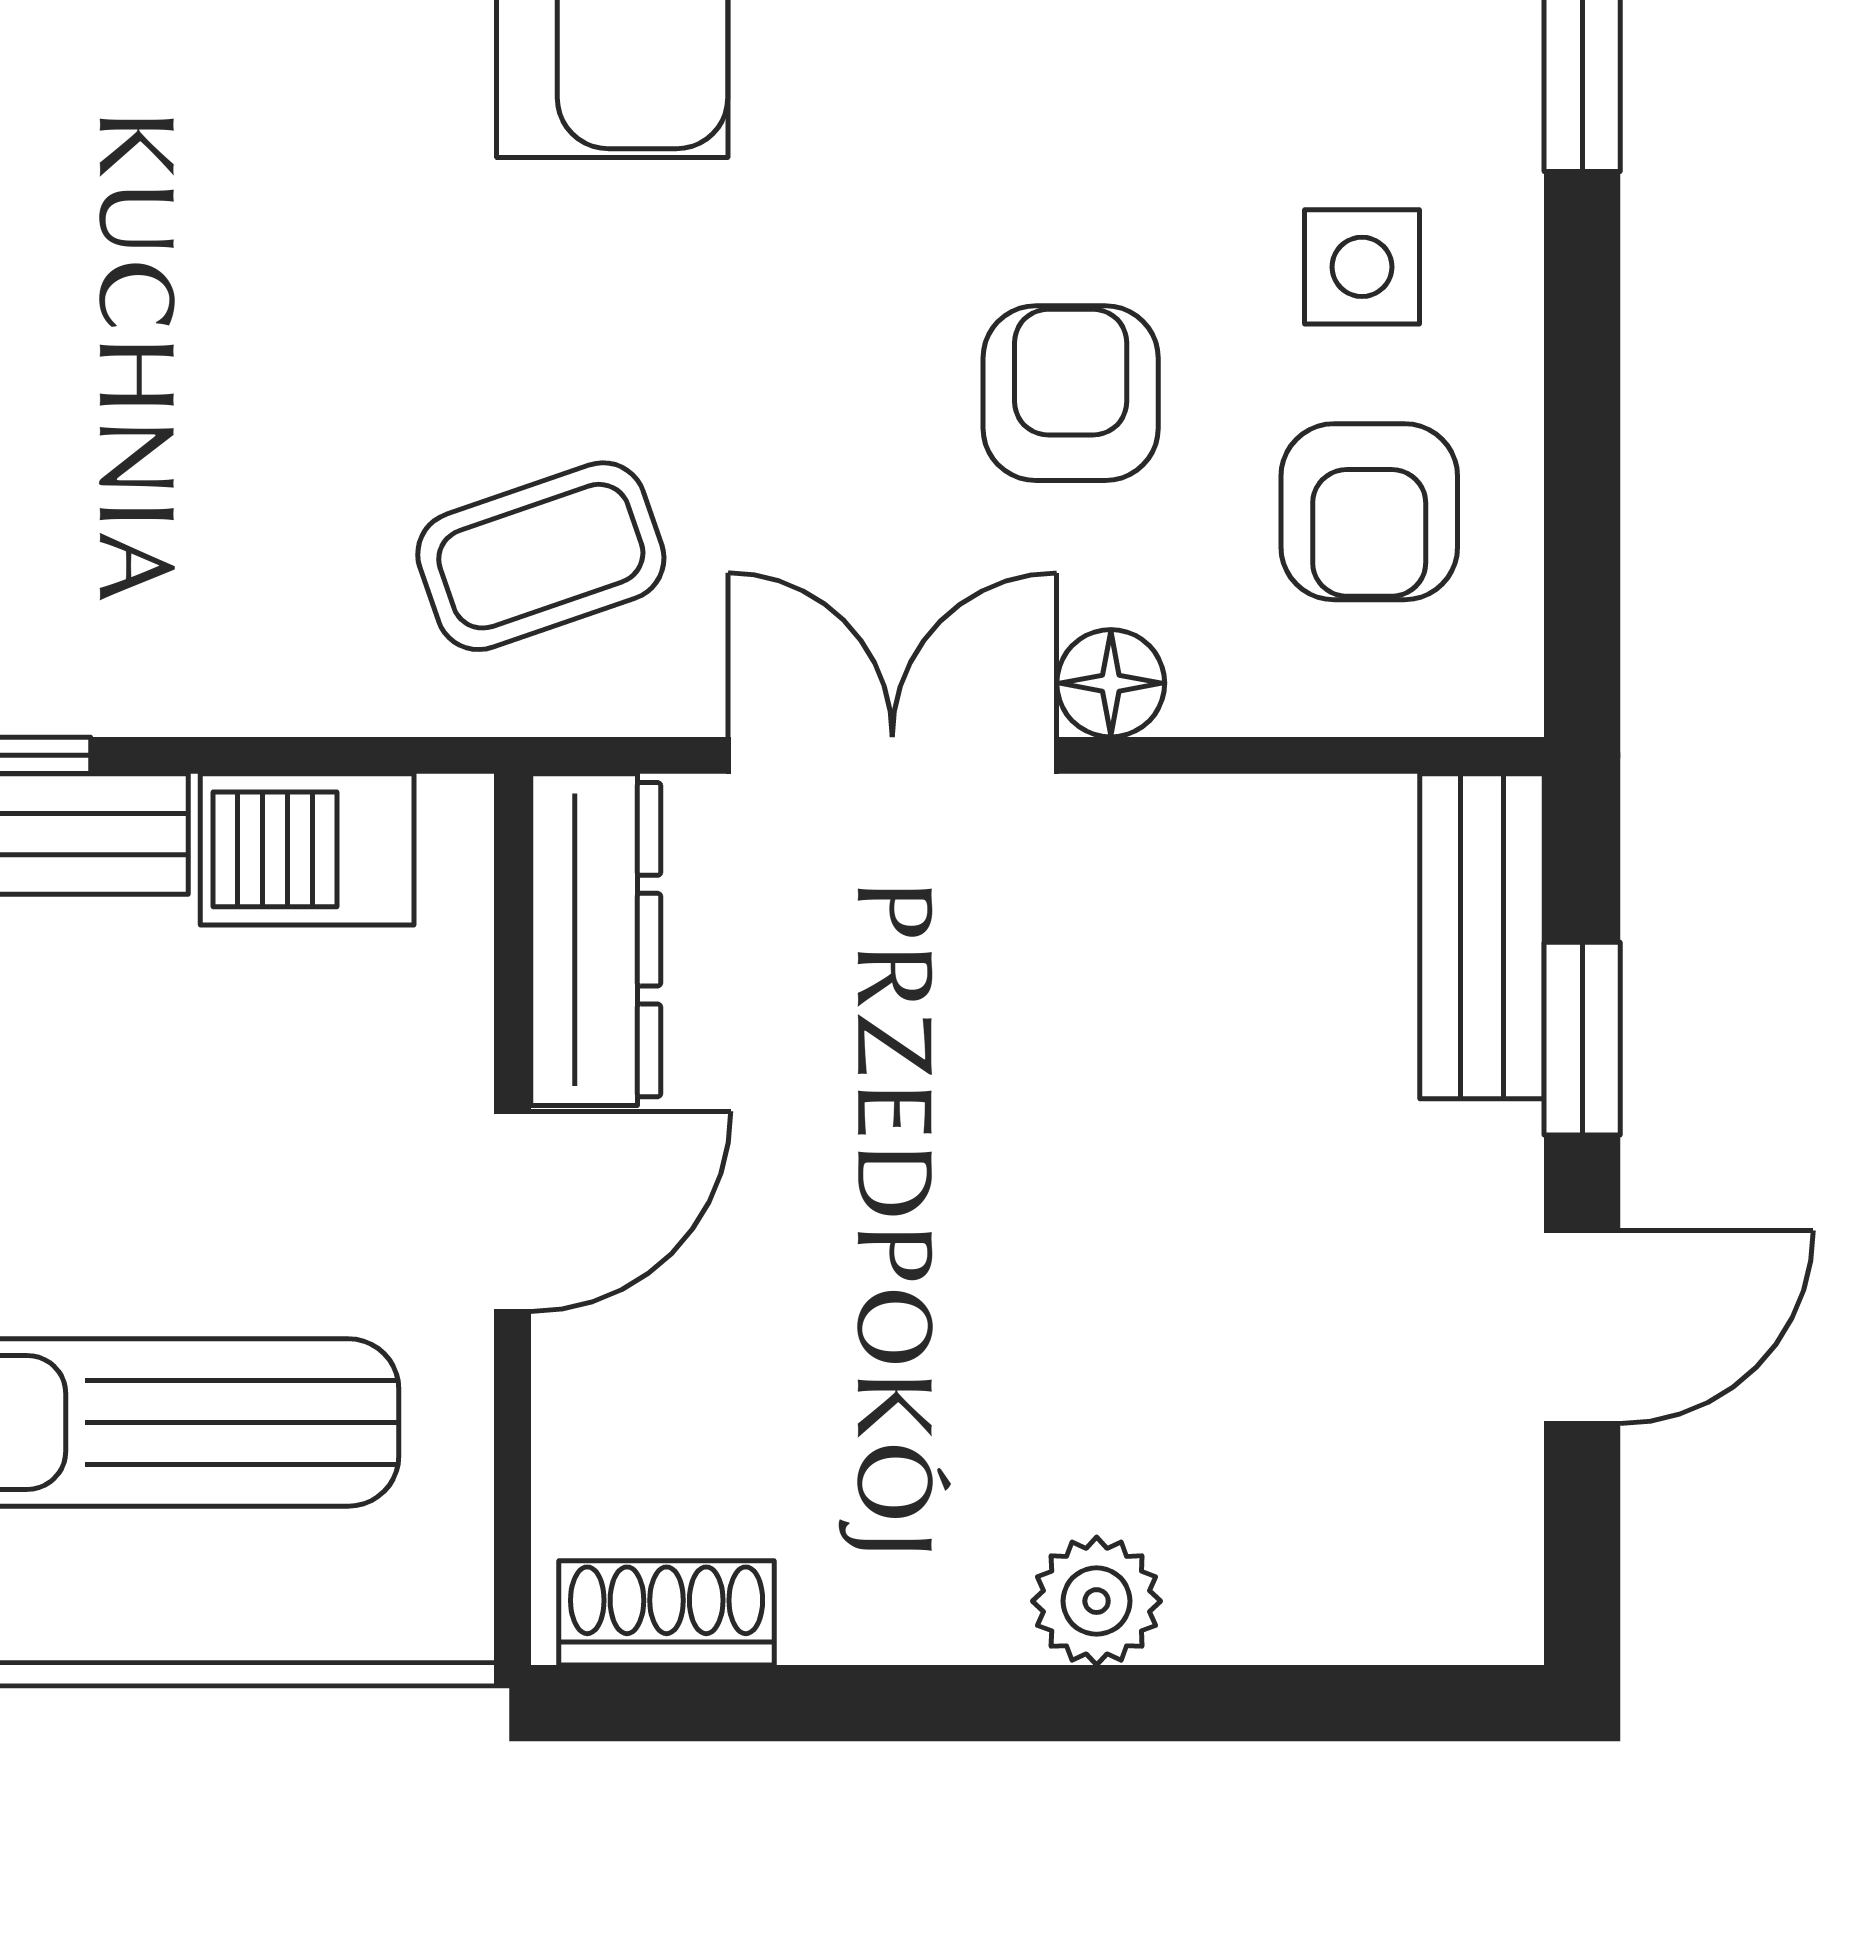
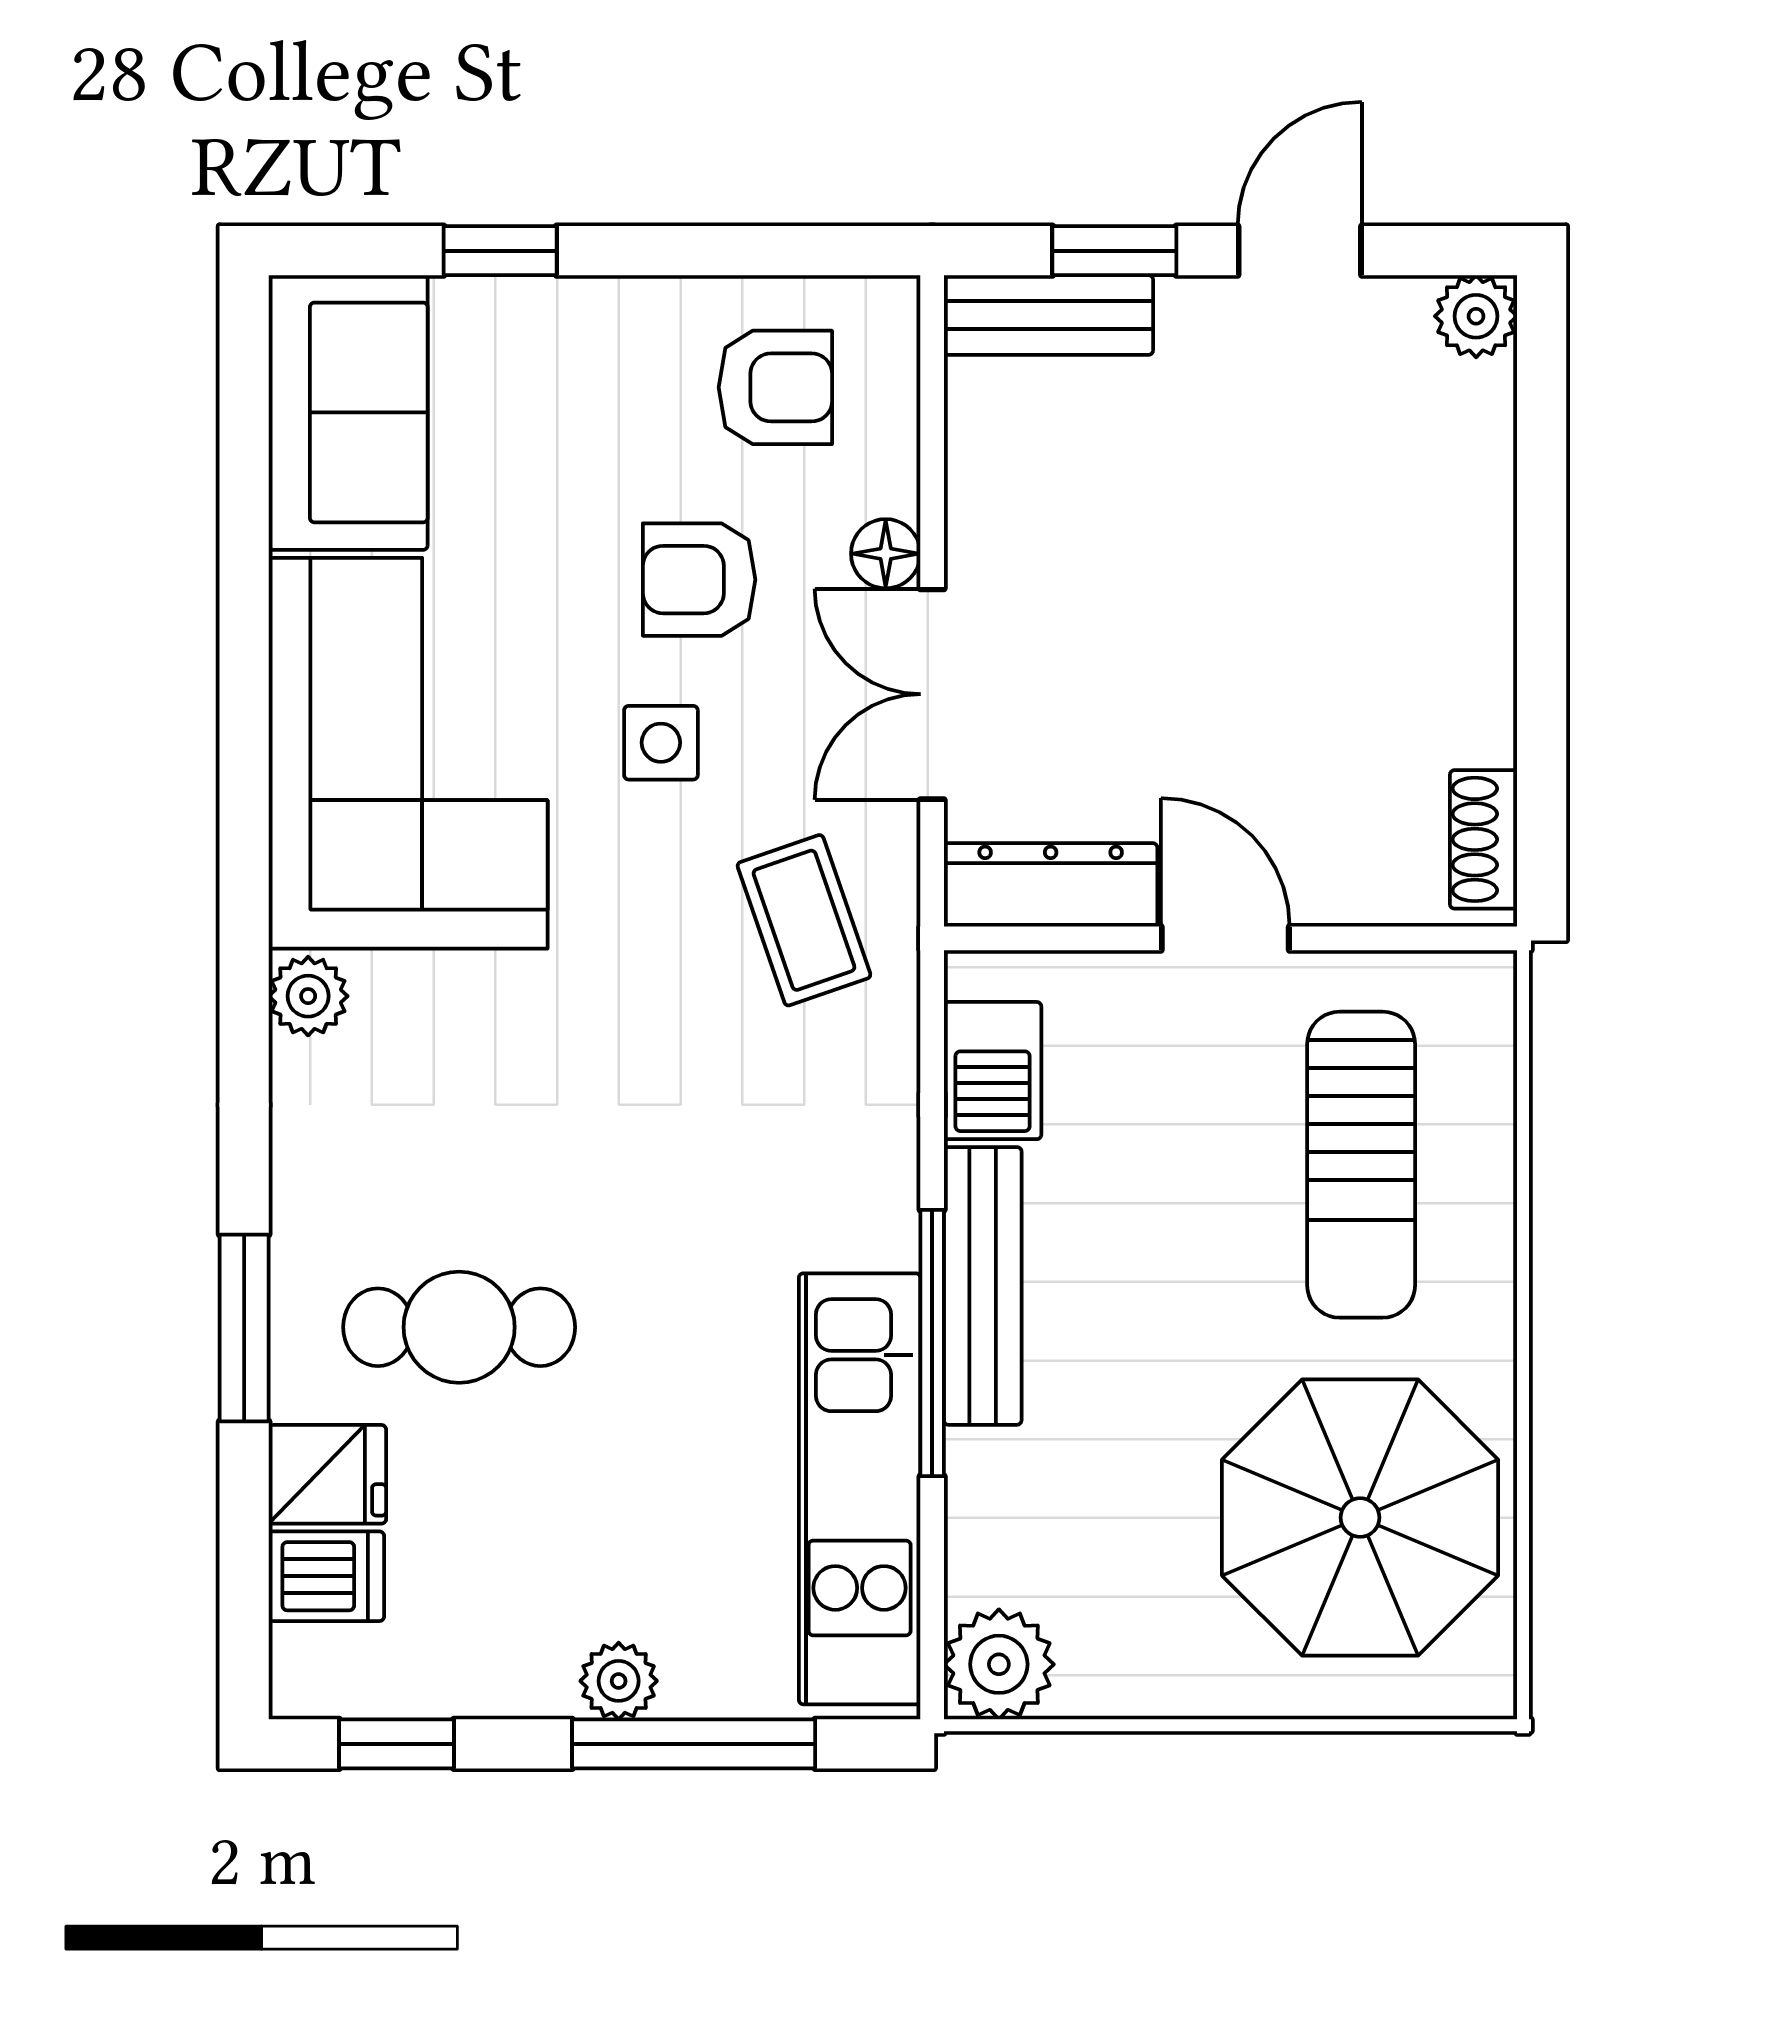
side table: (1362, 267) -> (661, 743), moved
door: (1582, 1327) -> (1300, 251), hinge flipped
plant: (1097, 1601) -> (1476, 316), moved

